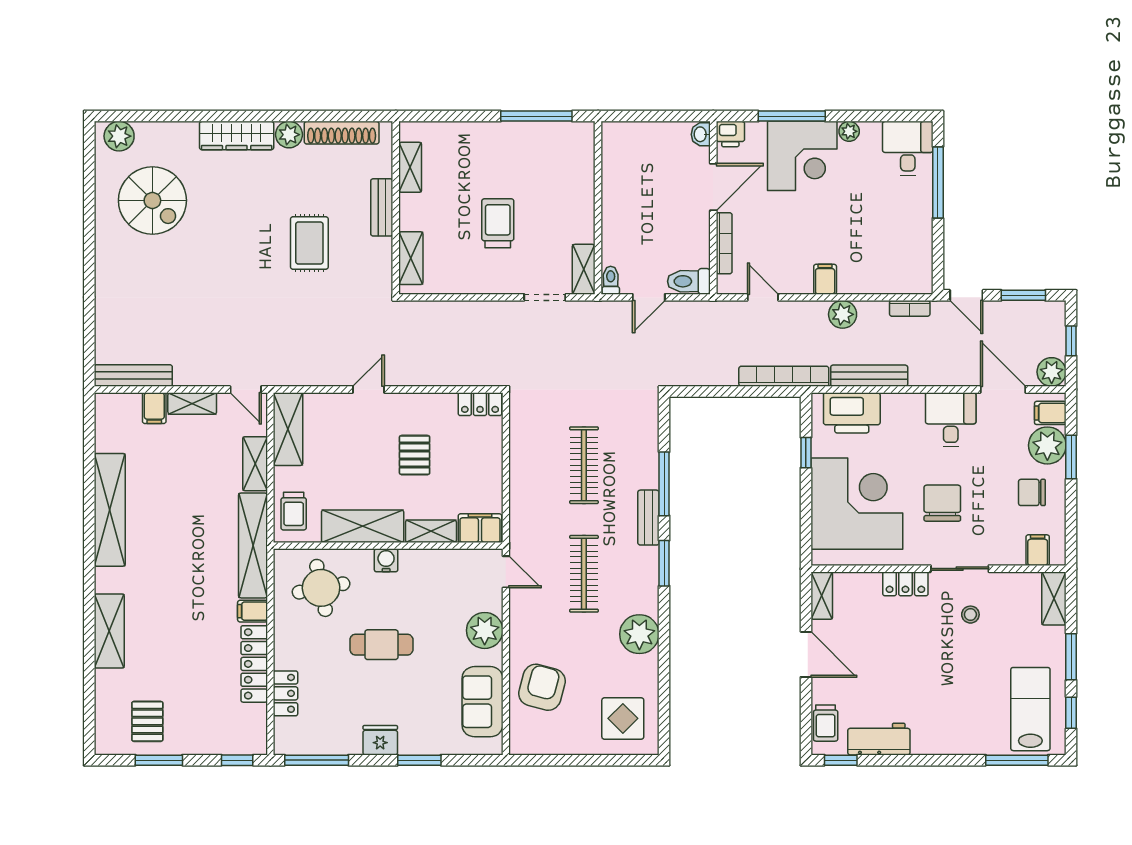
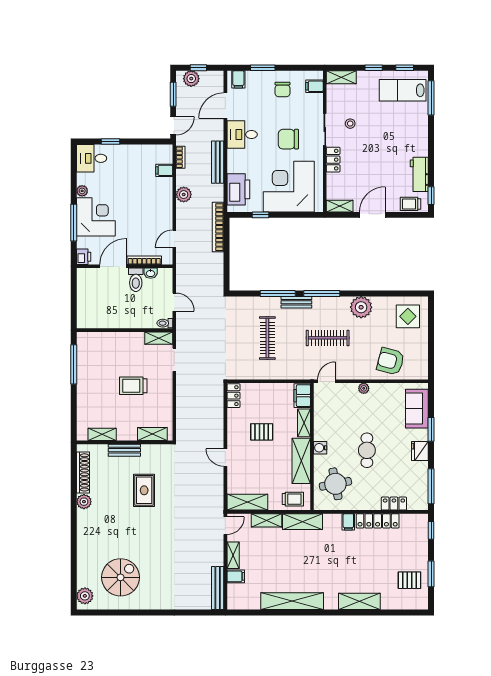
washbasin: (701, 134) -> (151, 273), moved
wardrobe: (237, 136) -> (84, 531), removed
window: (938, 182) -> (110, 142), width x0.46
door: (713, 187) -> (113, 266), hinge flipped
rug: (309, 243) -> (144, 490), turned 90
filing cabinet: (825, 279) -> (164, 170), moved
toilet: (689, 281) -> (136, 280), moved
plant: (1052, 372) -> (191, 79), moved
bench: (869, 376) -> (218, 162), moved
plant: (1047, 445) -> (256, 81), removed
clothes rail: (584, 465) -> (267, 338), turned 90
shelving: (253, 545) -> (303, 522), width x0.68
window: (664, 563) -> (322, 294), width x1.44
plant: (485, 630) -> (364, 388), width x0.53, depth x0.53
window: (1071, 657) -> (374, 68), width x0.67
sofa: (482, 702) -> (417, 409), moved, turned 90
trolley: (826, 723) -> (410, 204), turned 180

